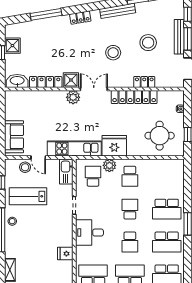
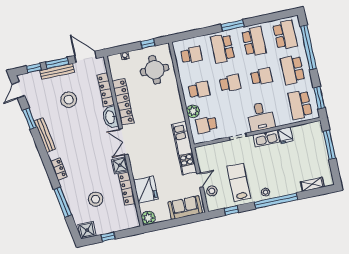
shower: (12, 46) -> (87, 230), moved
stool: (113, 53) -> (96, 199), moved
washbasin: (17, 81) -> (110, 117), moved
locker: (144, 82) -> (106, 90), width x1.53
plant: (73, 97) -> (148, 218), moved
fridge: (114, 146) -> (146, 190), moved, turned 180
kitchen sink: (66, 172) -> (266, 138), moved
school desk: (167, 176) -> (192, 55), added
lab bench: (28, 196) -> (239, 182), turned 180
school desk: (130, 209) -> (230, 83), turned 180
school desk: (167, 209) -> (223, 48), turned 180

